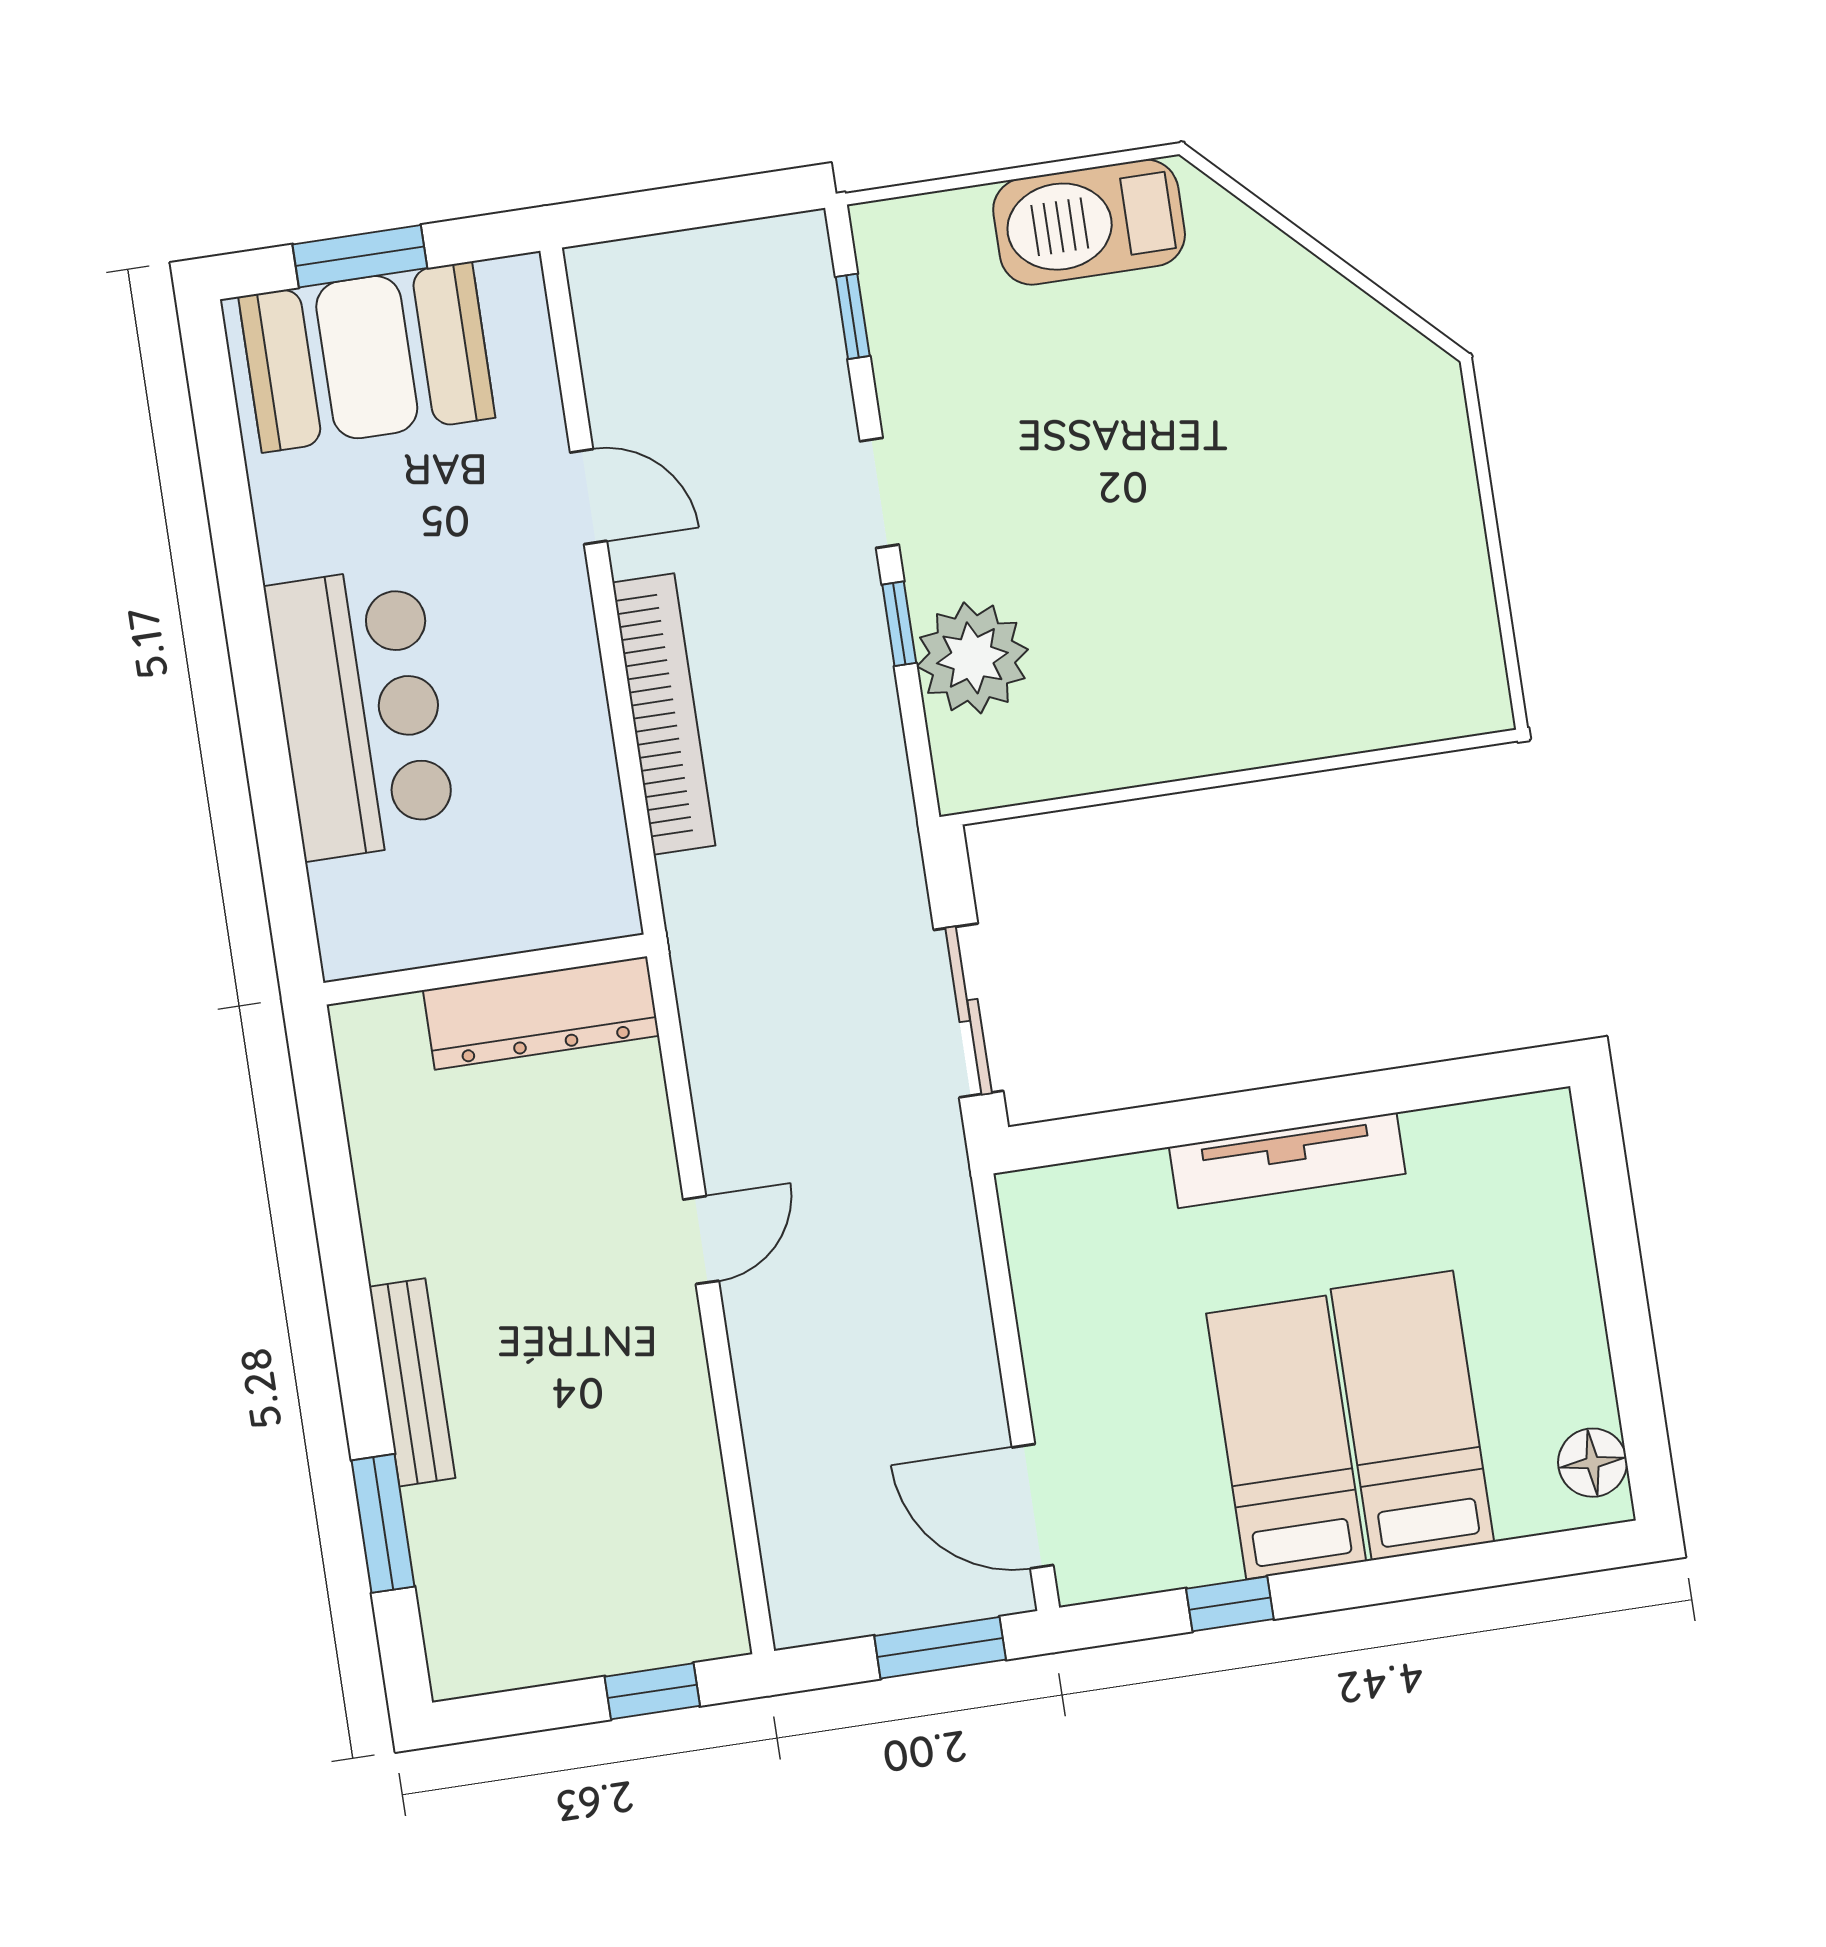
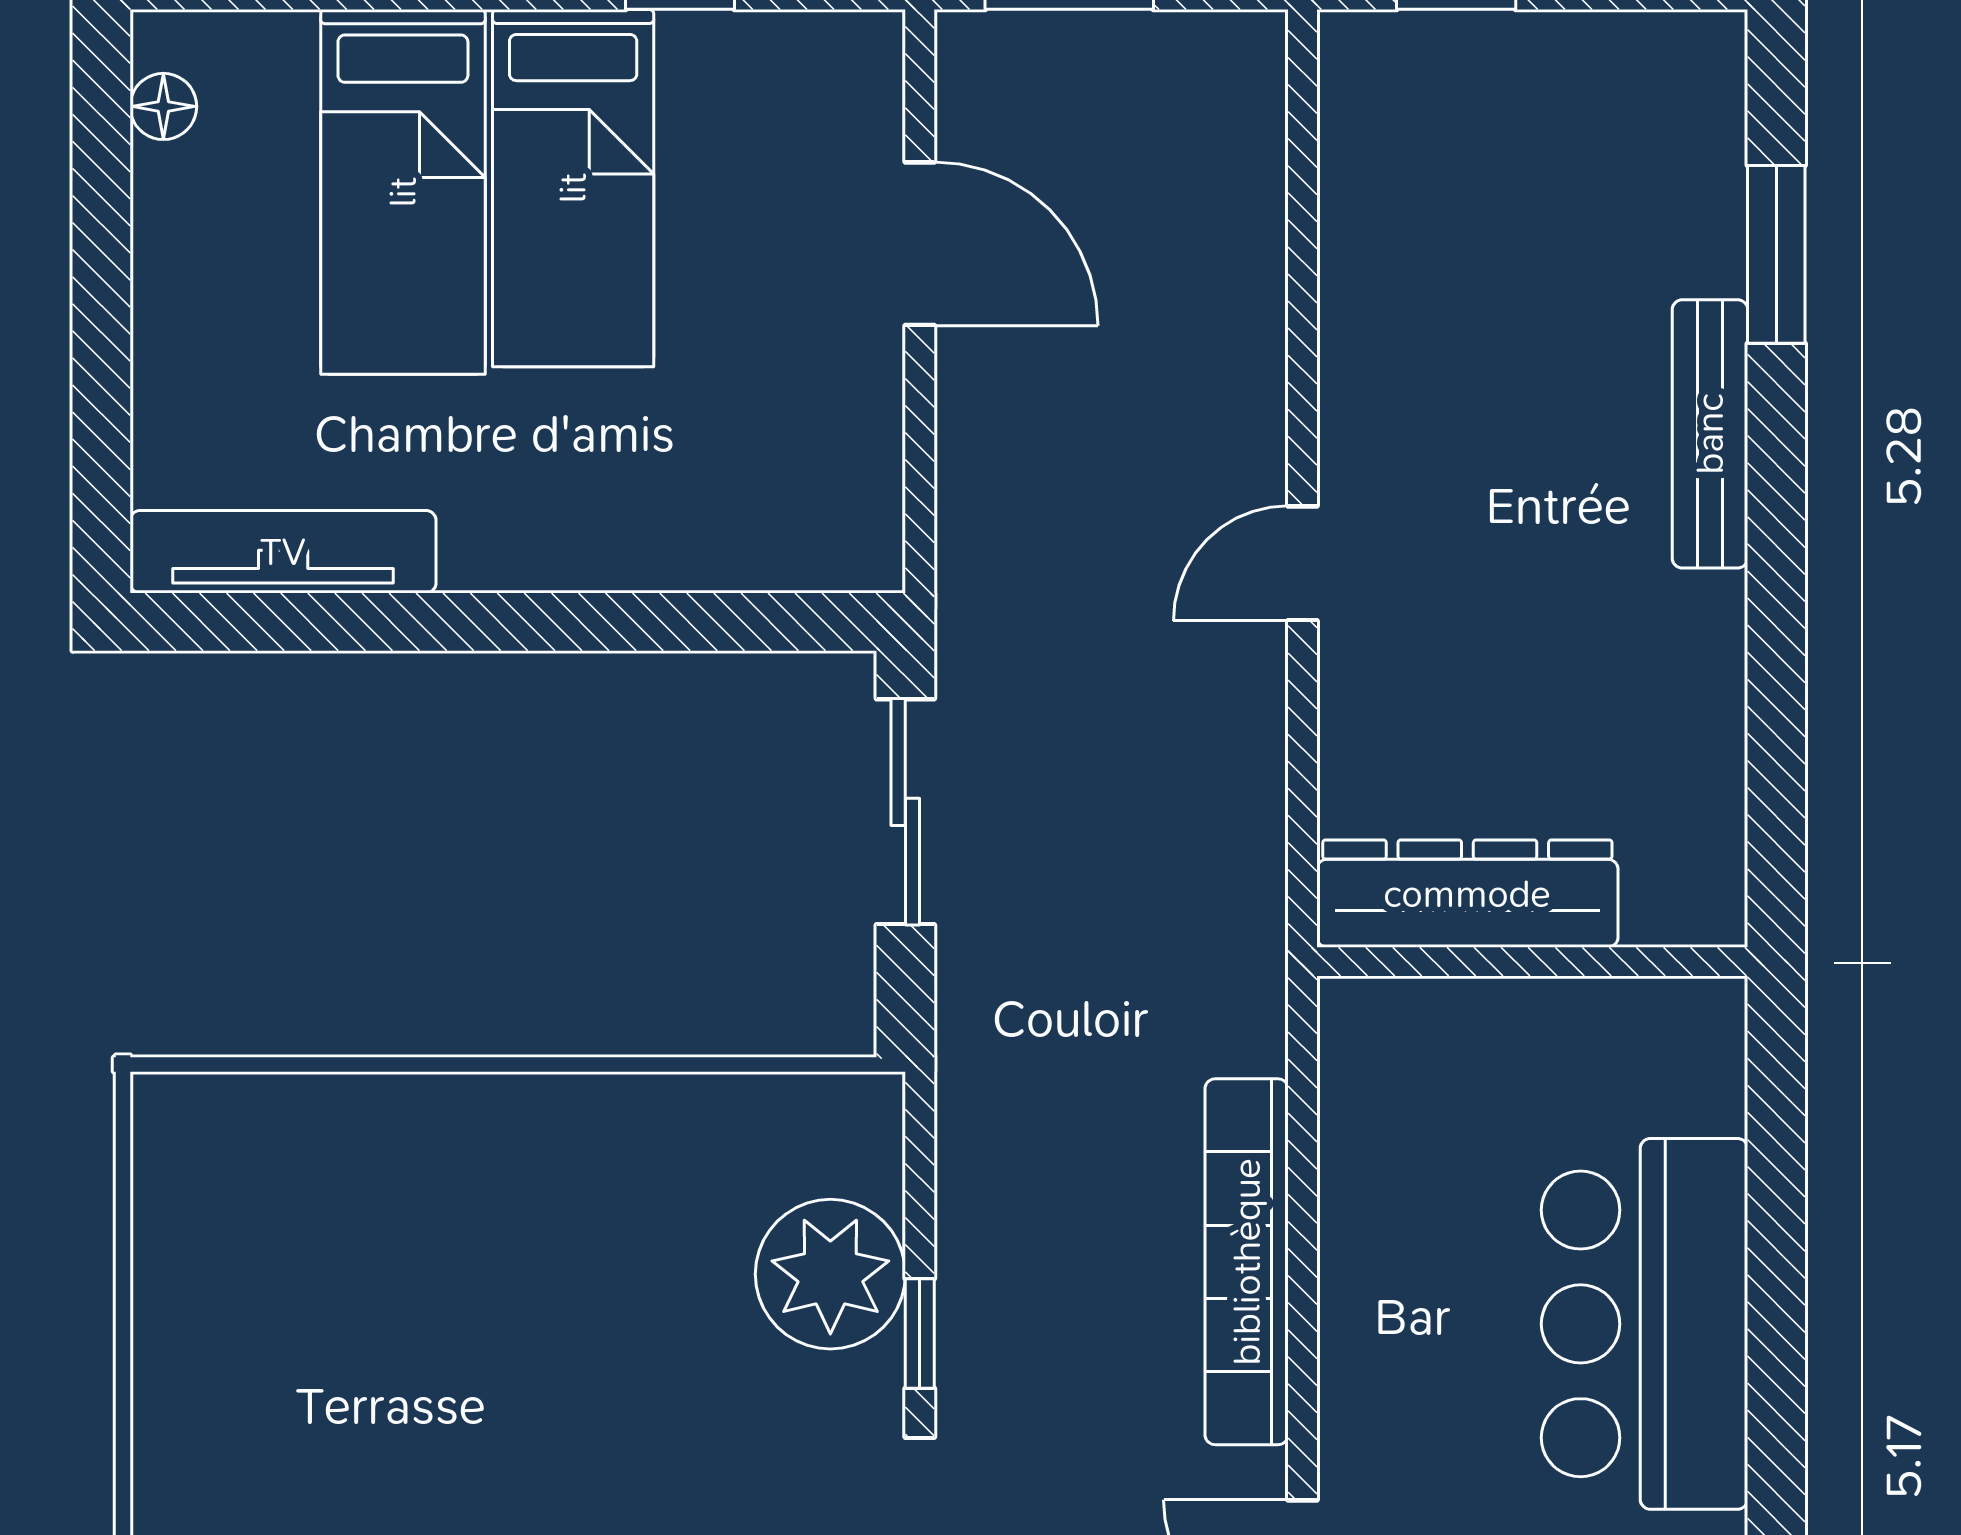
tv unit: (1287, 1160) -> (283, 552), moved
floor lamp: (1592, 1463) -> (163, 106), width x0.73, depth x0.73
door: (1033, 1506) -> (920, 244), moved

